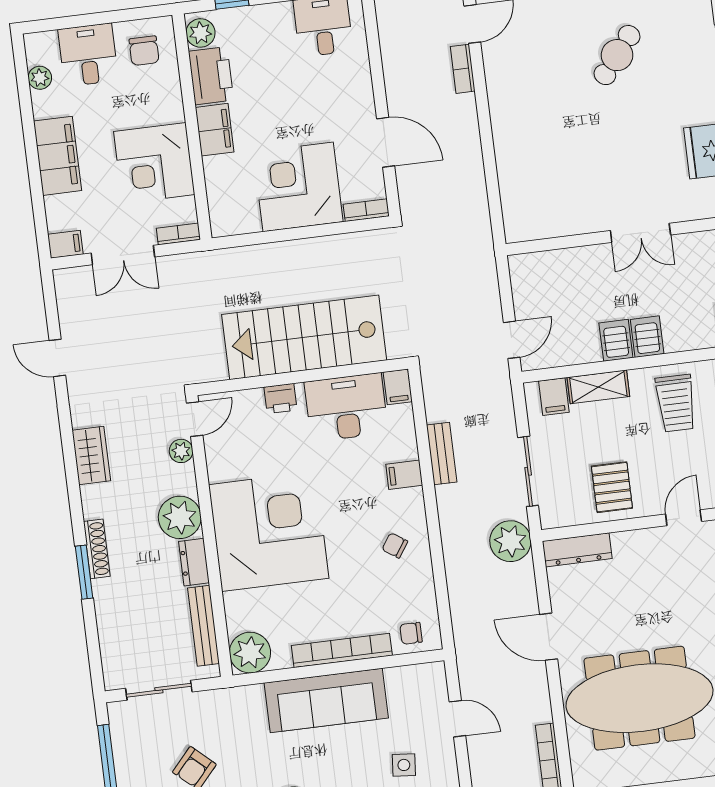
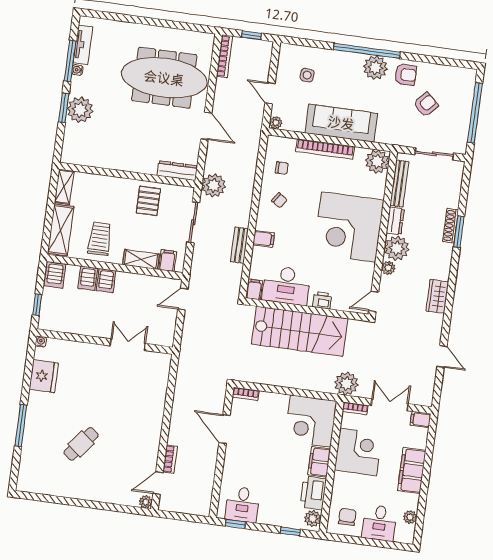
corner desk: (298, 187) -> (311, 421), moved, turned 90
double door: (640, 233) -> (128, 345), moved
plant: (204, 271) -> (346, 384), added
server rack: (616, 340) -> (88, 278), moved
plant: (181, 451) -> (388, 268), moved
door: (684, 518) -> (112, 173), removed
shoe rack: (97, 549) -> (451, 226), moved
chair: (411, 633) -> (282, 168), moved
plant: (435, 673) -> (276, 123), added

